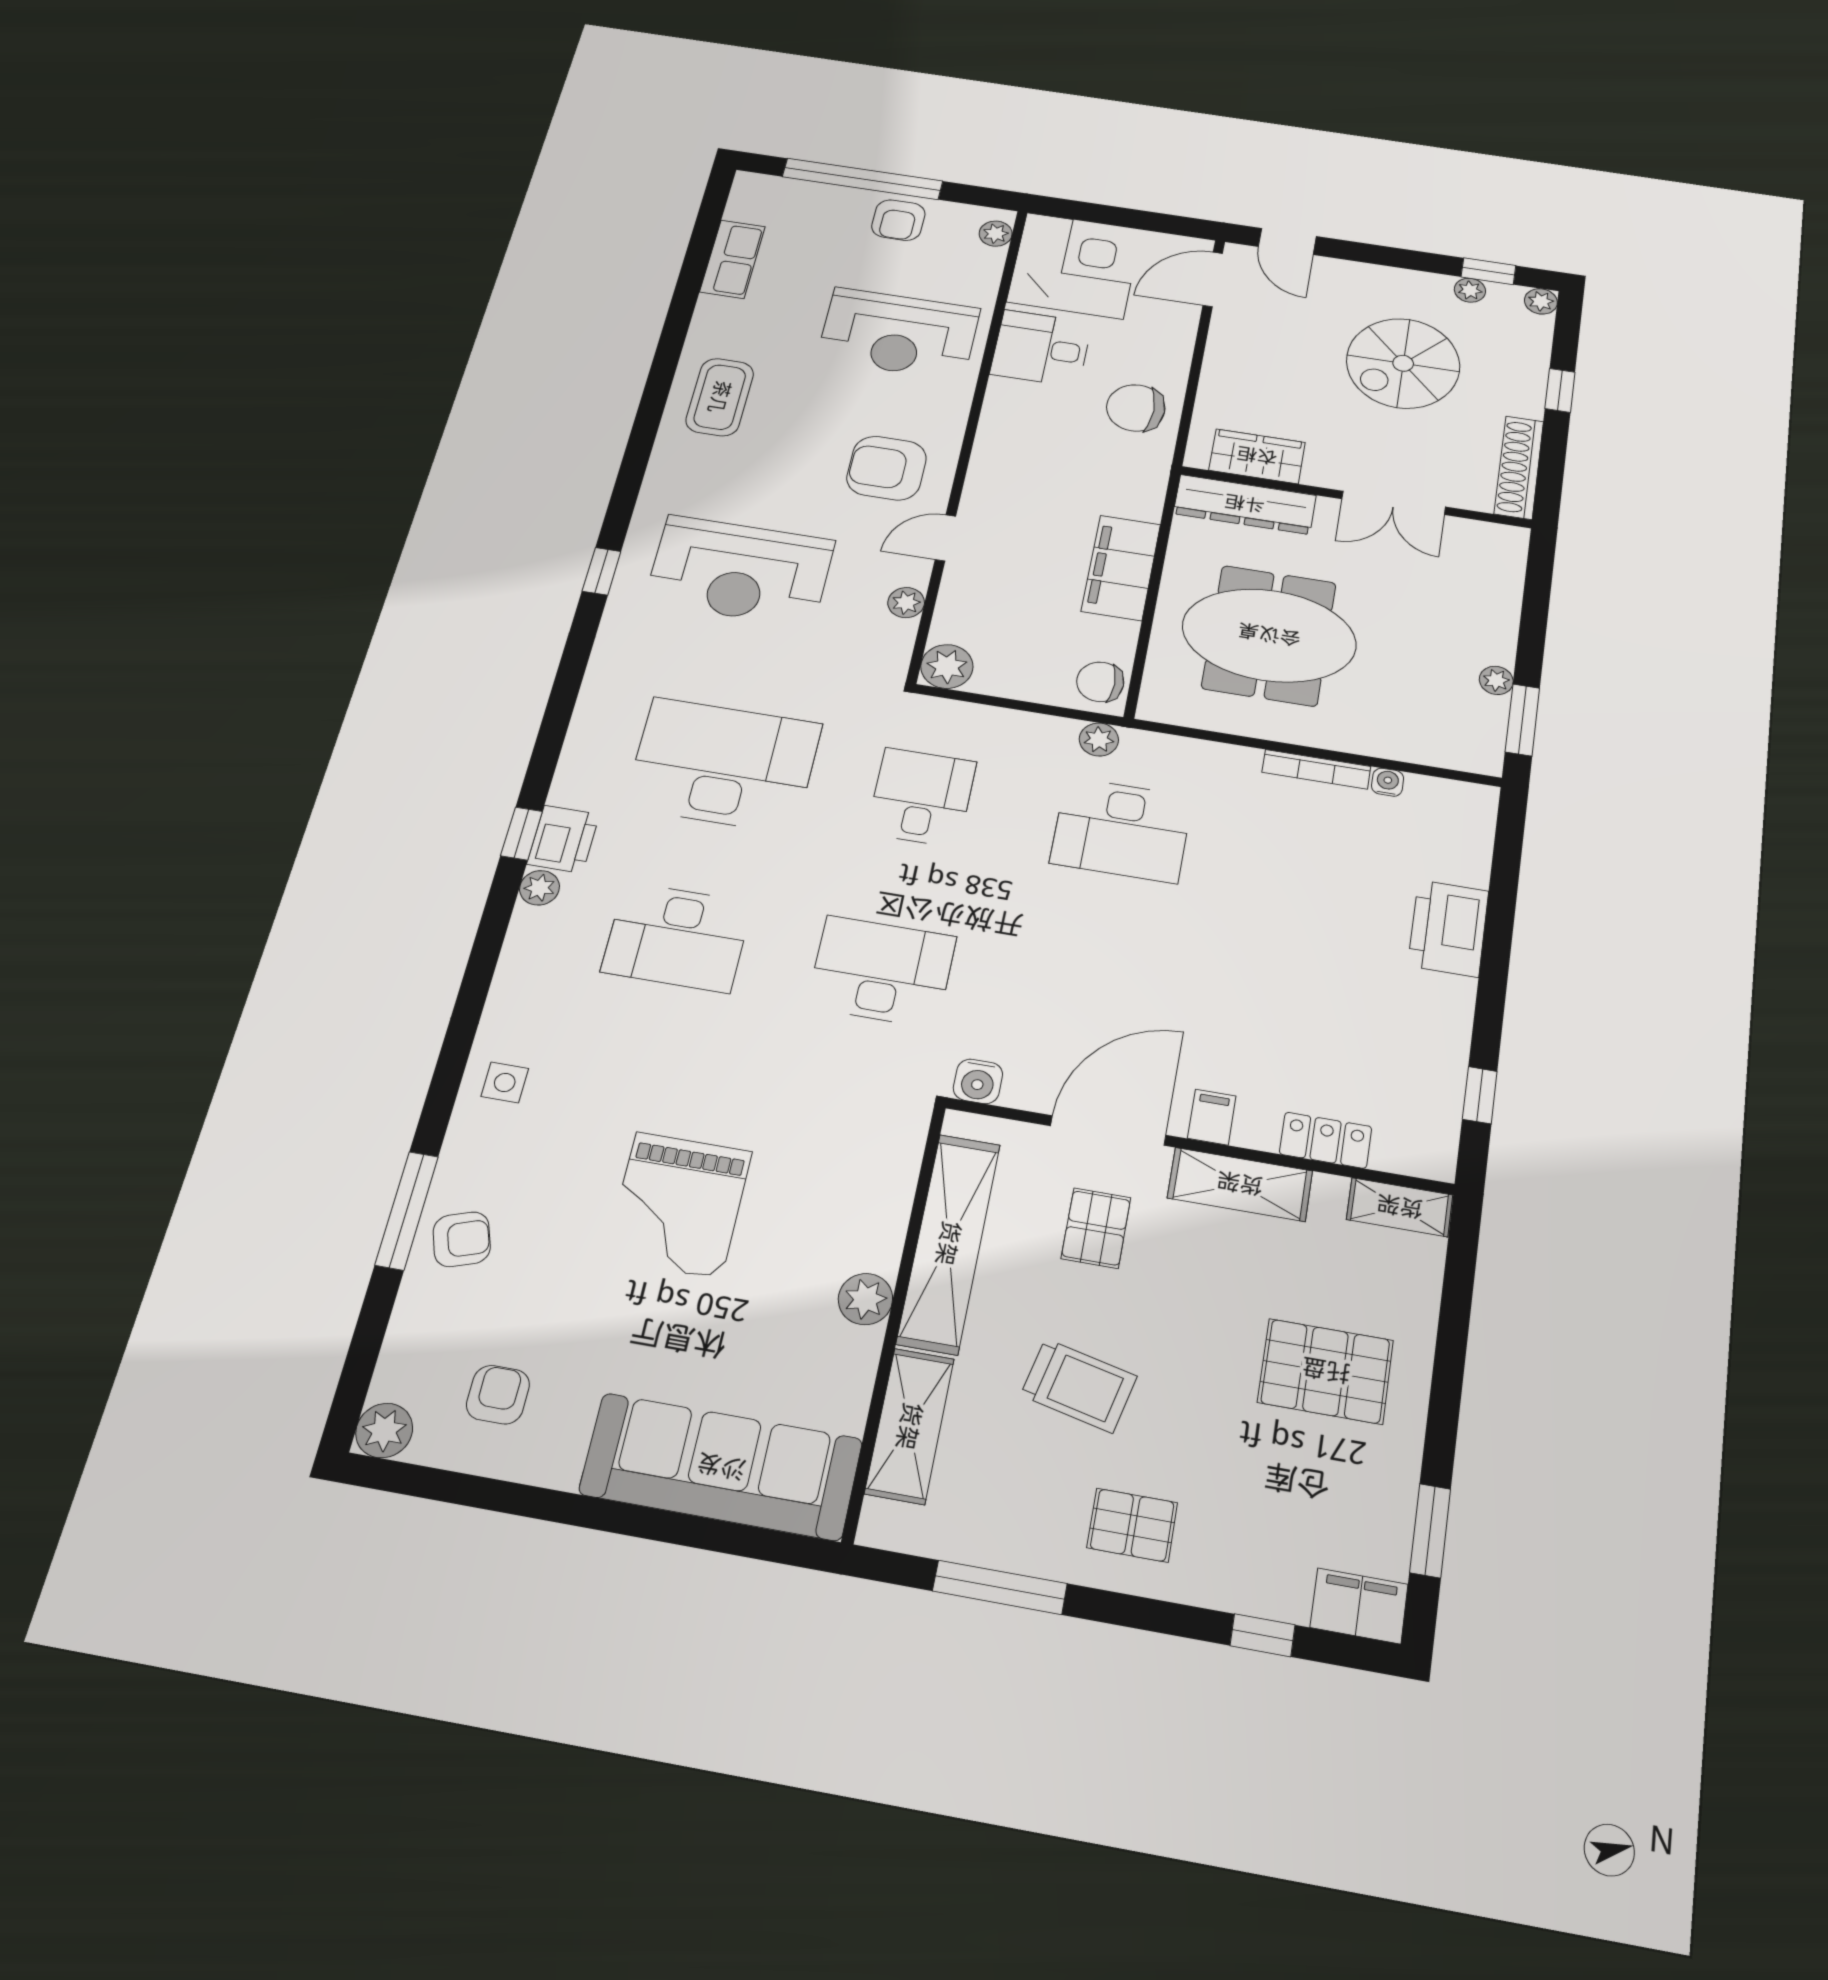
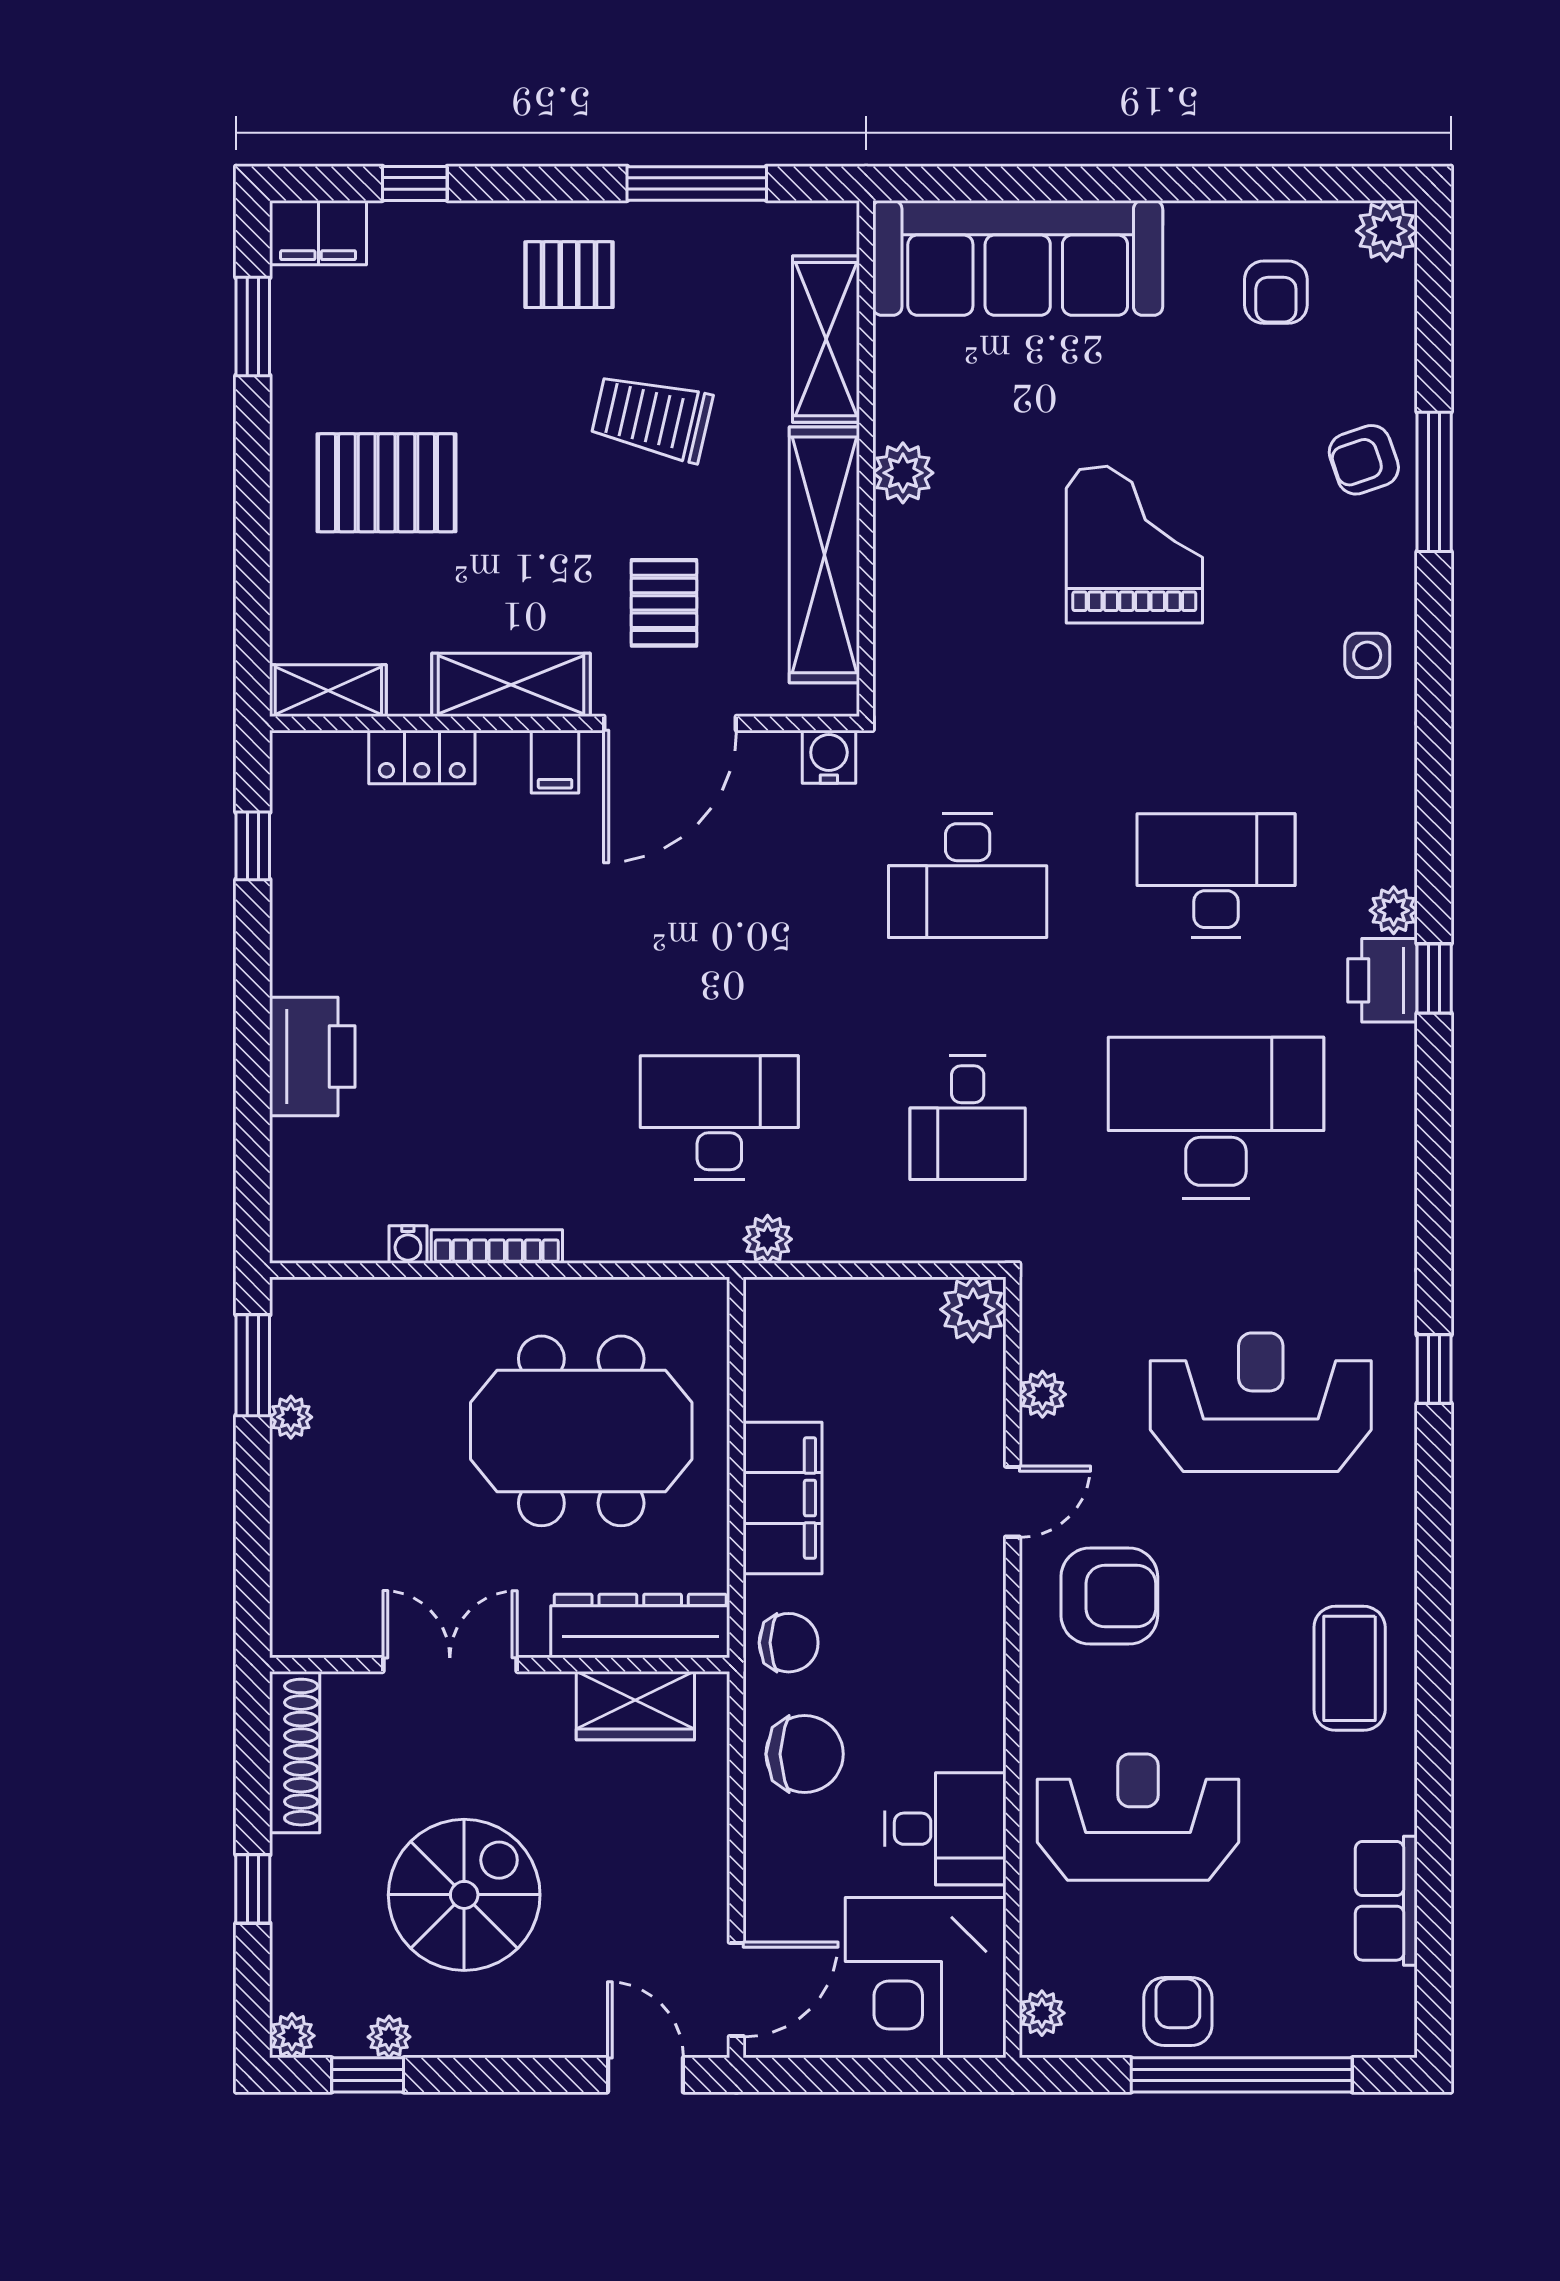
chair: (1100, 682) -> (789, 1643), moved
desk: (723, 765) -> (1216, 1118), turned 180

